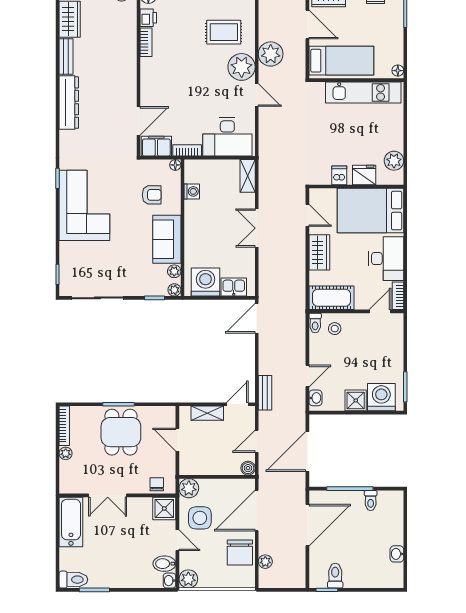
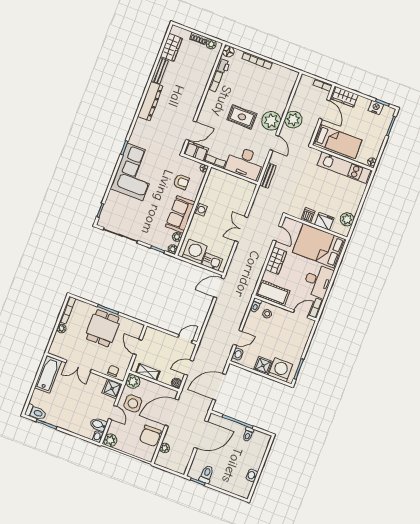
rug: (224, 32) -> (242, 117), moved
shelving: (248, 176) -> (248, 193), removed
washing machine: (192, 191) -> (201, 209), moved
bench: (265, 393) -> (268, 175), moved
shelving: (207, 413) -> (148, 372), moved

